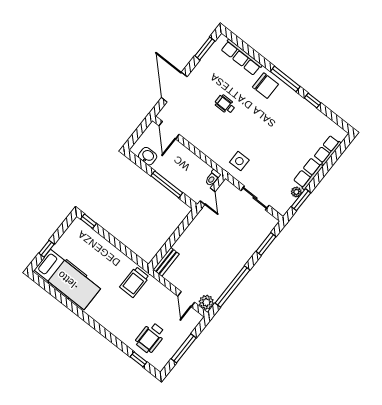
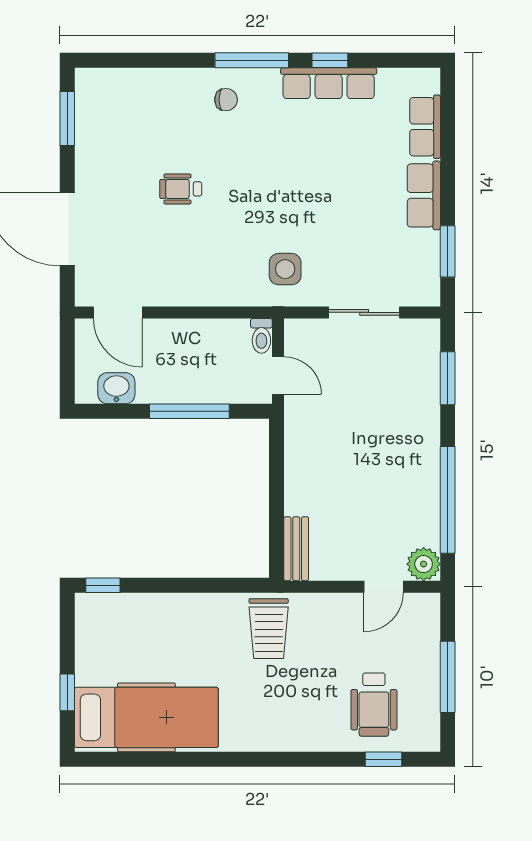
row of seats: (241, 57) -> (329, 83), moved
chair: (265, 86) -> (226, 100), width x0.54, depth x0.54
plant: (296, 192) -> (428, 244), removed
door: (186, 299) -> (384, 587), hinge flipped

